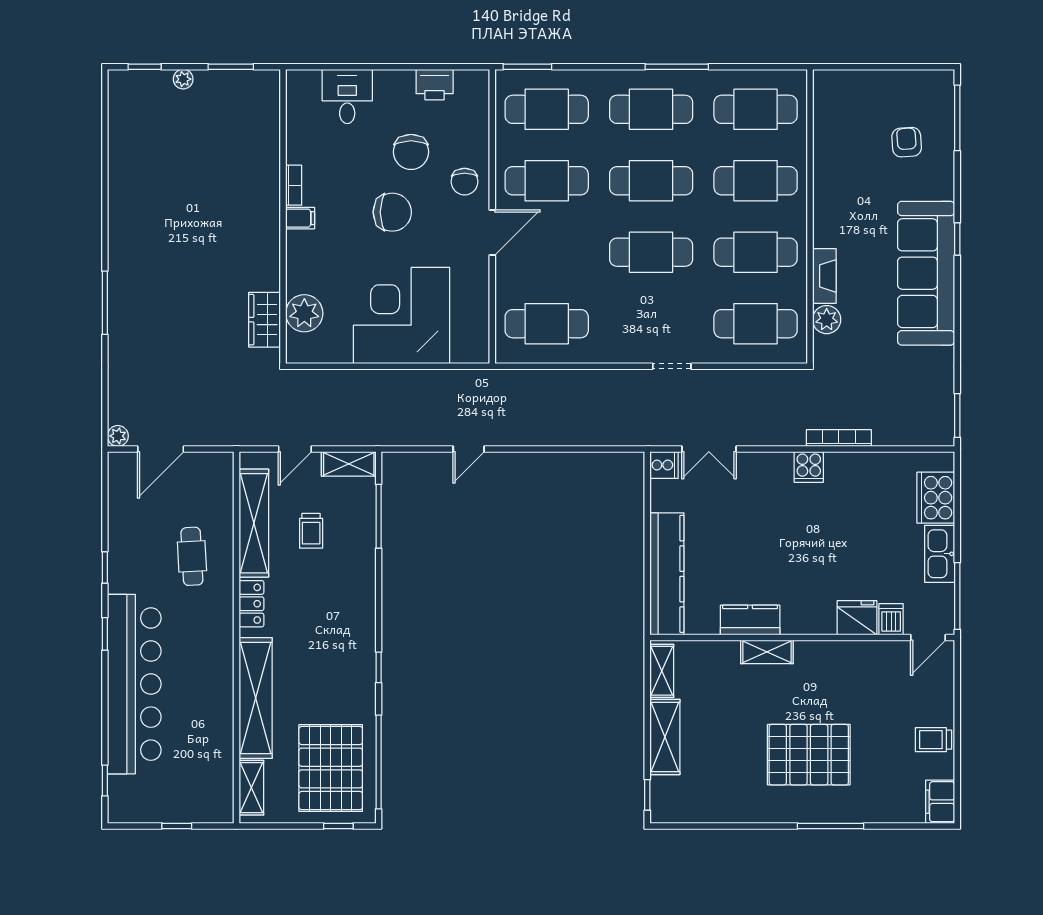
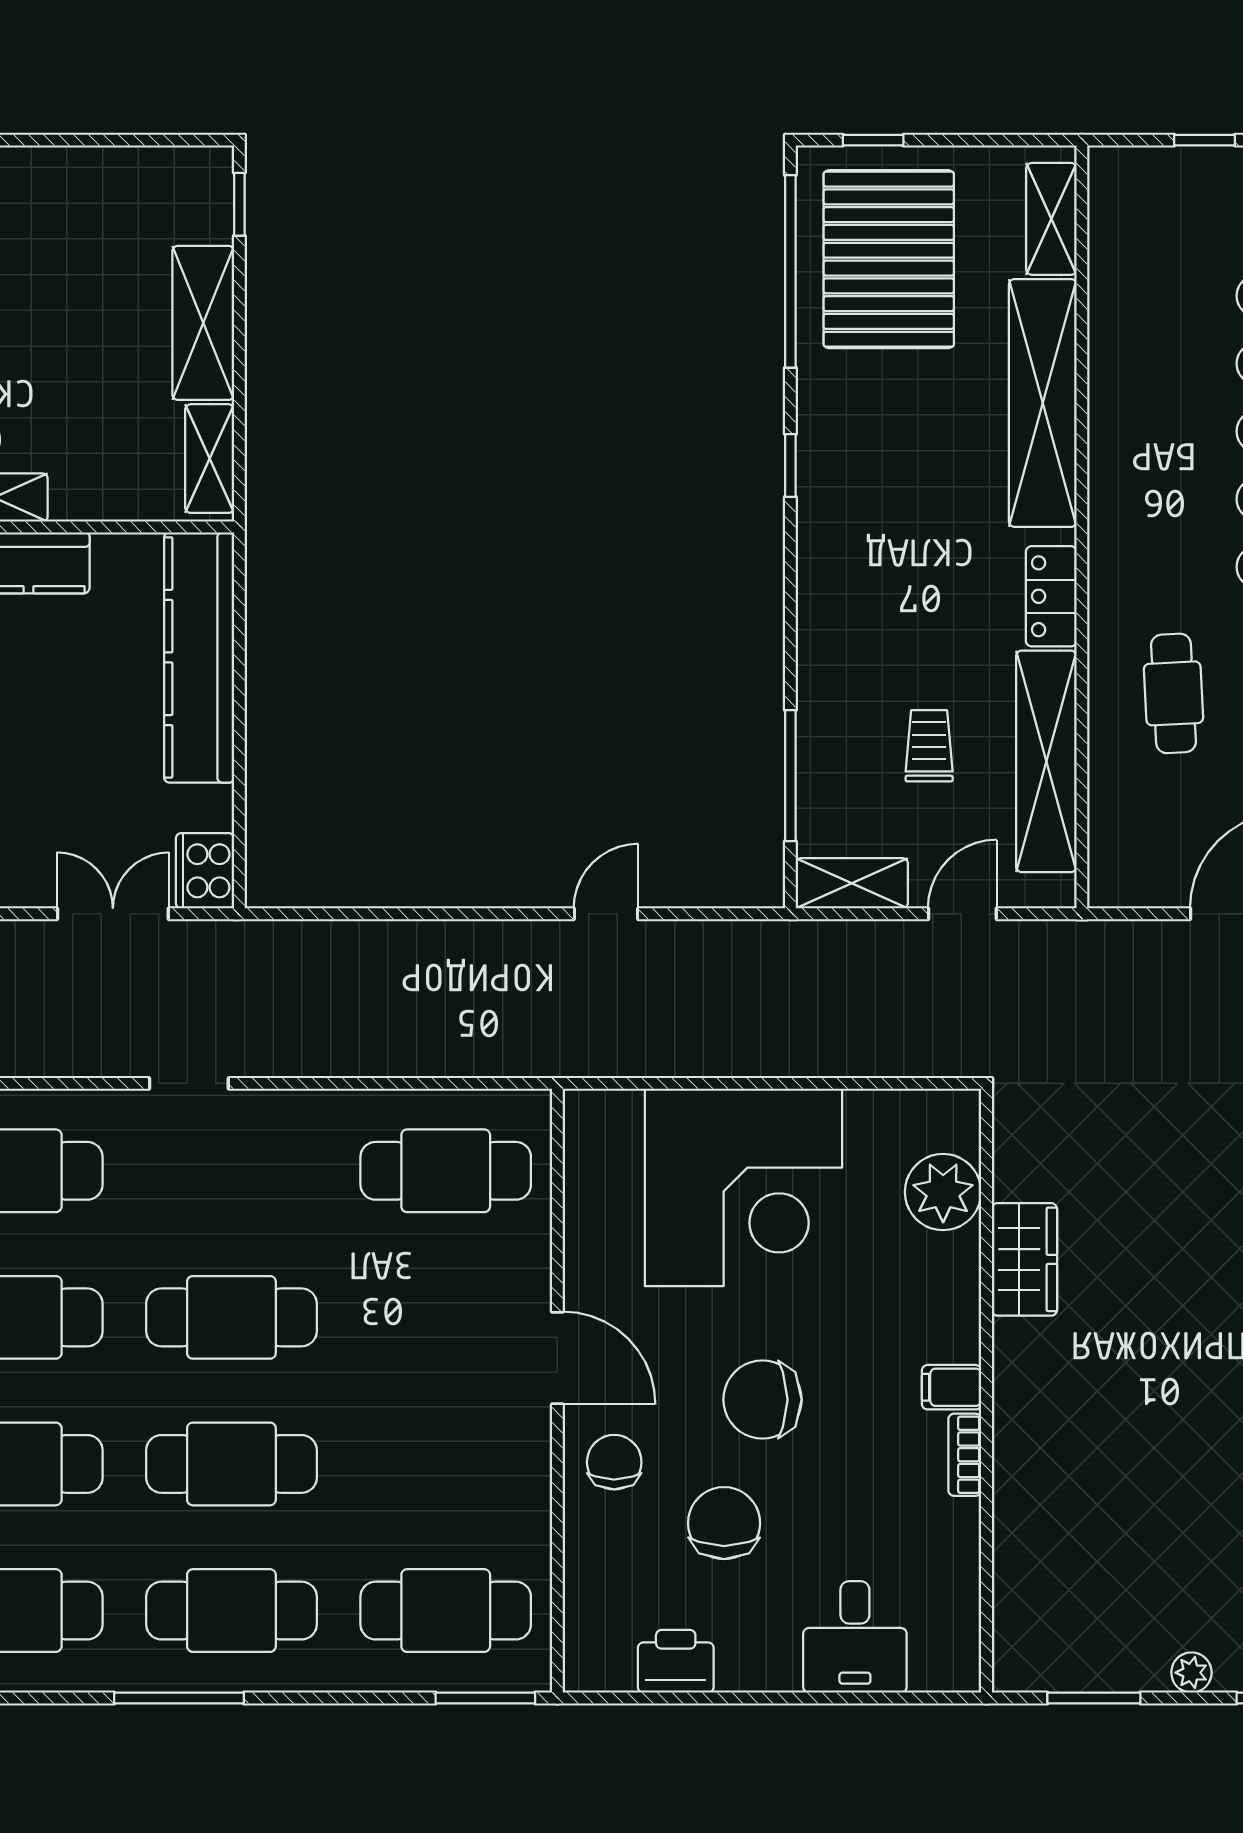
cafe table: (547, 181) -> (446, 1464), removed
door: (492, 232) -> (557, 1358), swing flipped
wardrobe: (265, 320) -> (1024, 1259), moved
cooker: (664, 465) -> (205, 871), width x1.36

